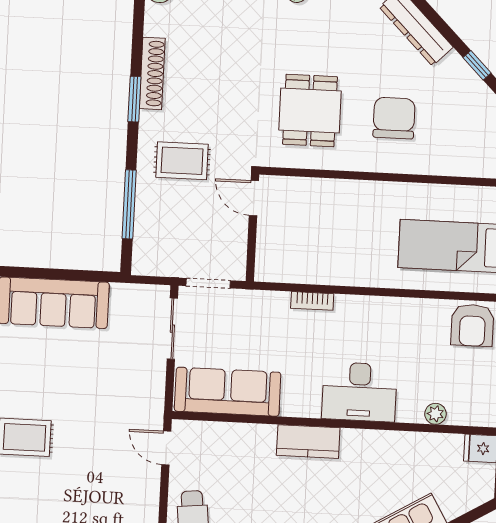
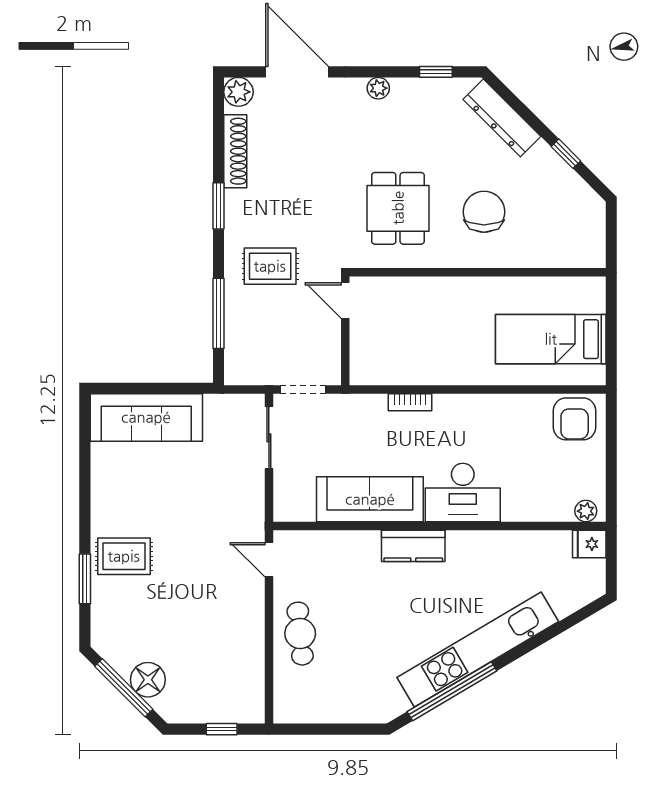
shoe rack: (152, 73) -> (235, 151), moved
sofa: (228, 392) -> (370, 499), moved
plant: (435, 414) -> (586, 511), moved

